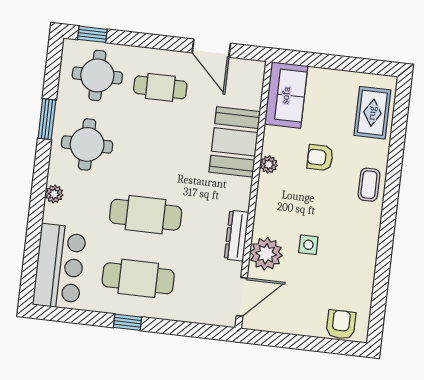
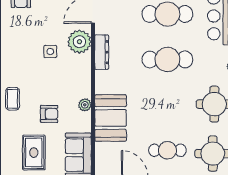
rug: (372, 113) -> (34, 153), moved

